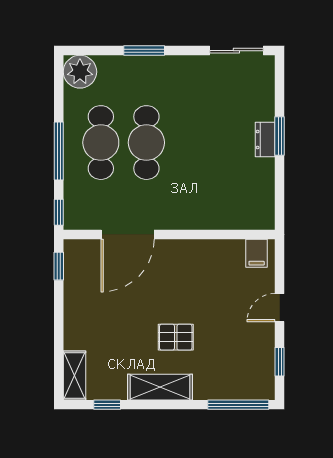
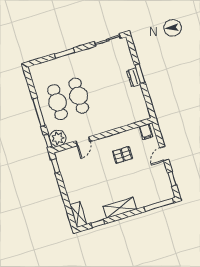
plant: (80, 72) -> (58, 138), moved
door: (128, 234) -> (83, 141), width x0.53
pallet: (176, 337) -> (122, 155), moved

